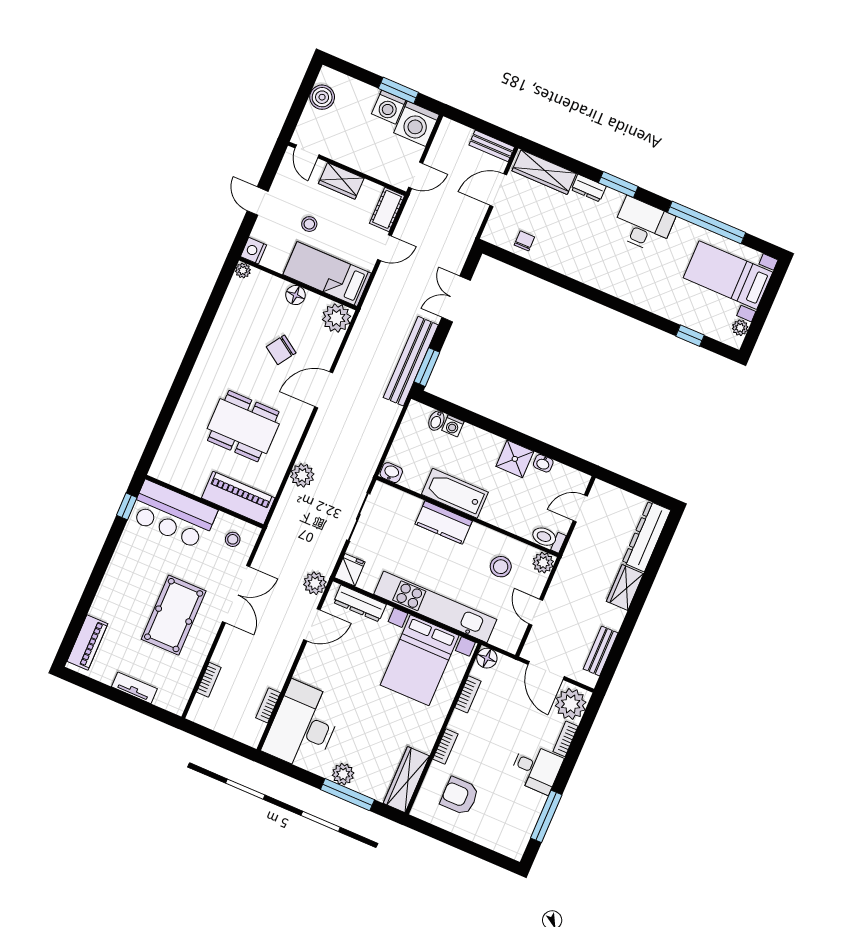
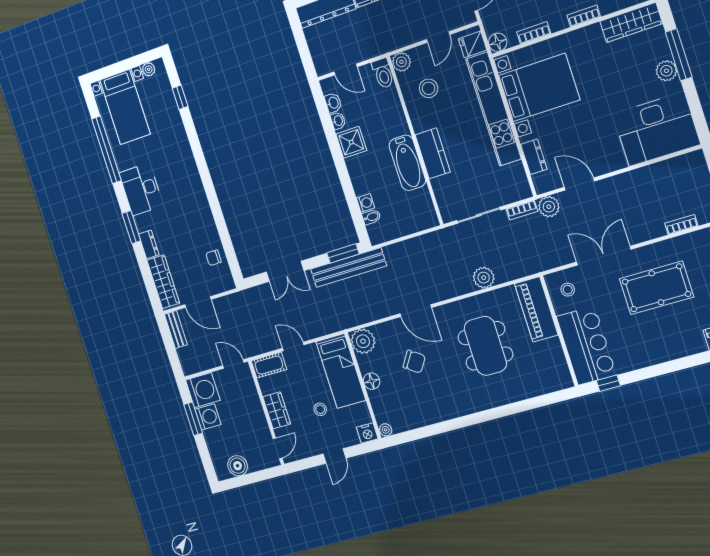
washbasin: (391, 473) -> (333, 103), moved, turned 180
fridge: (350, 570) -> (473, 44), moved
dresser: (360, 603) -> (534, 157), width x0.70
bookcase: (268, 705) -> (522, 210), moved

